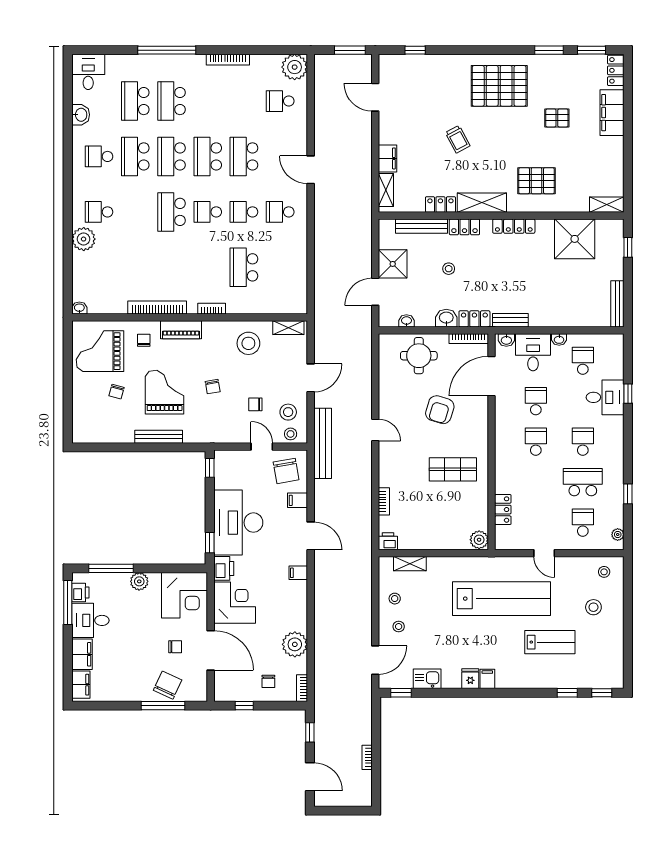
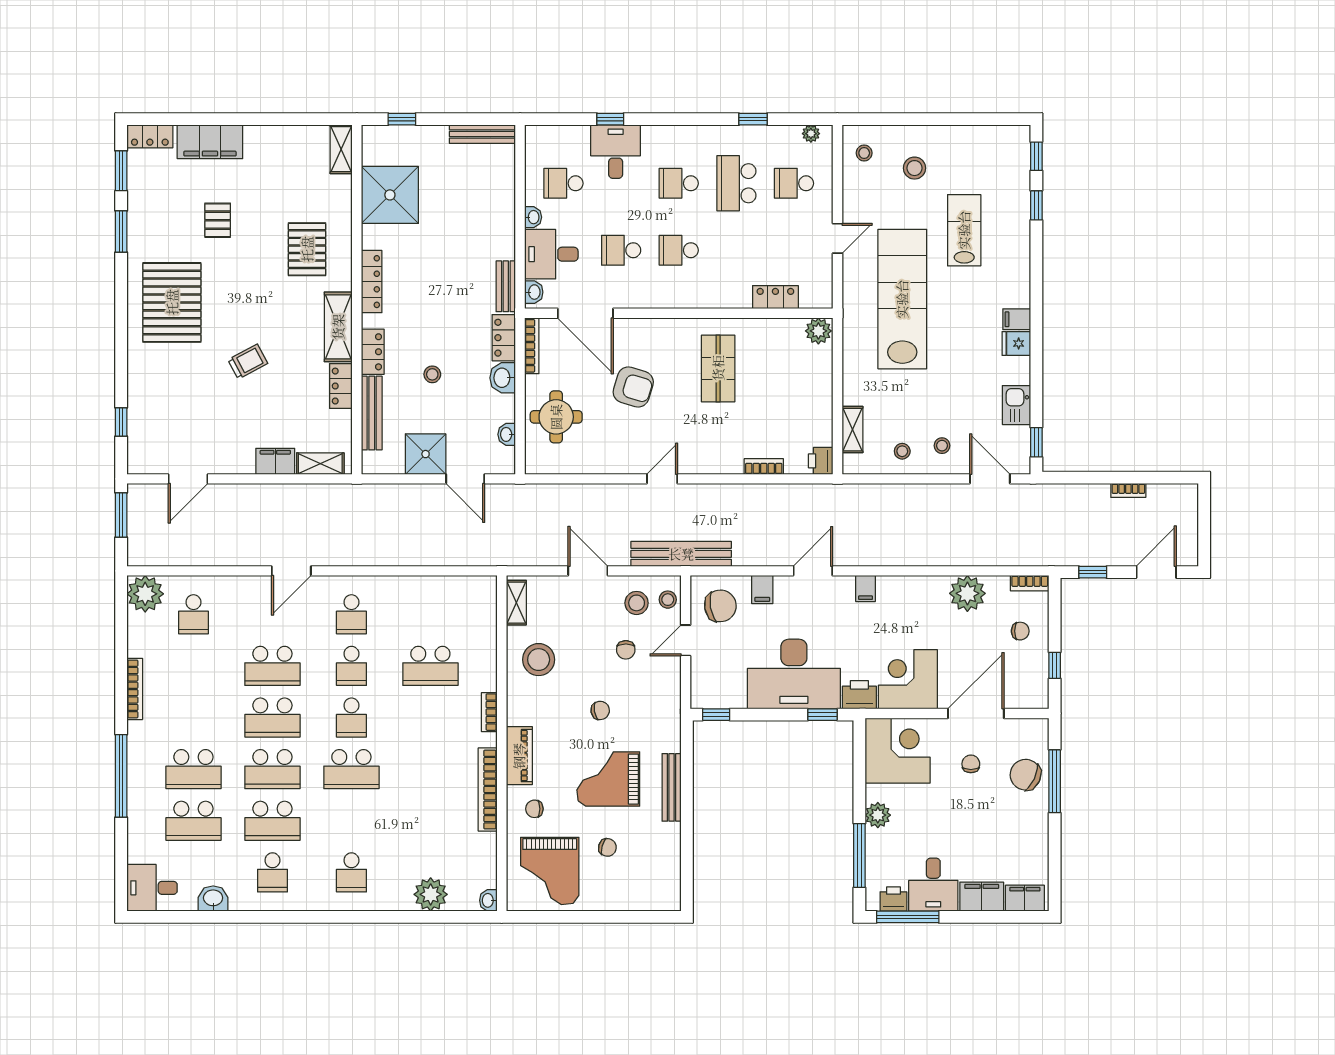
plant: (84, 239) -> (431, 894), moved

